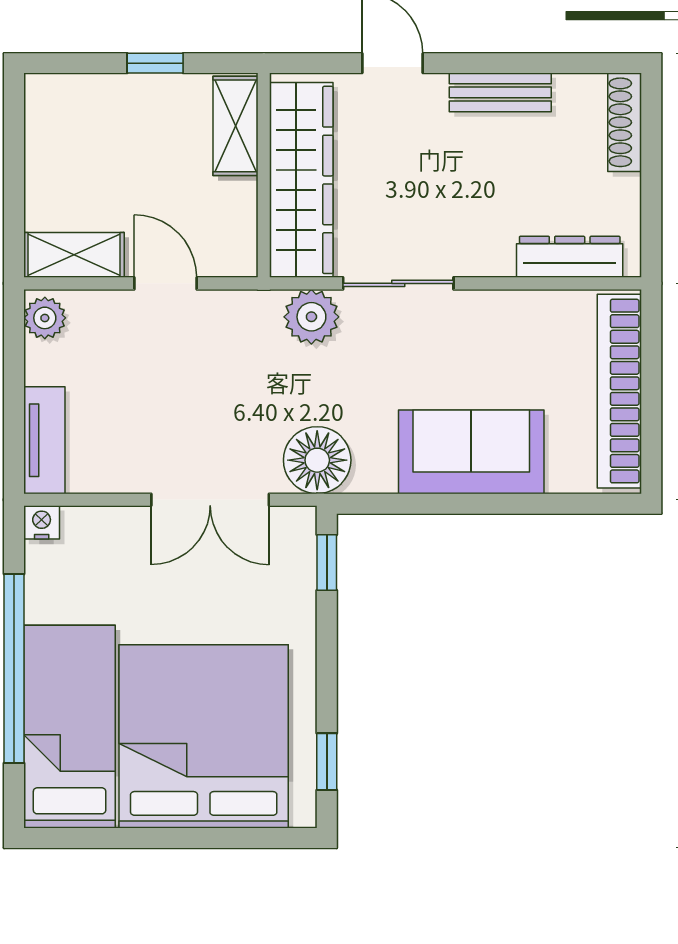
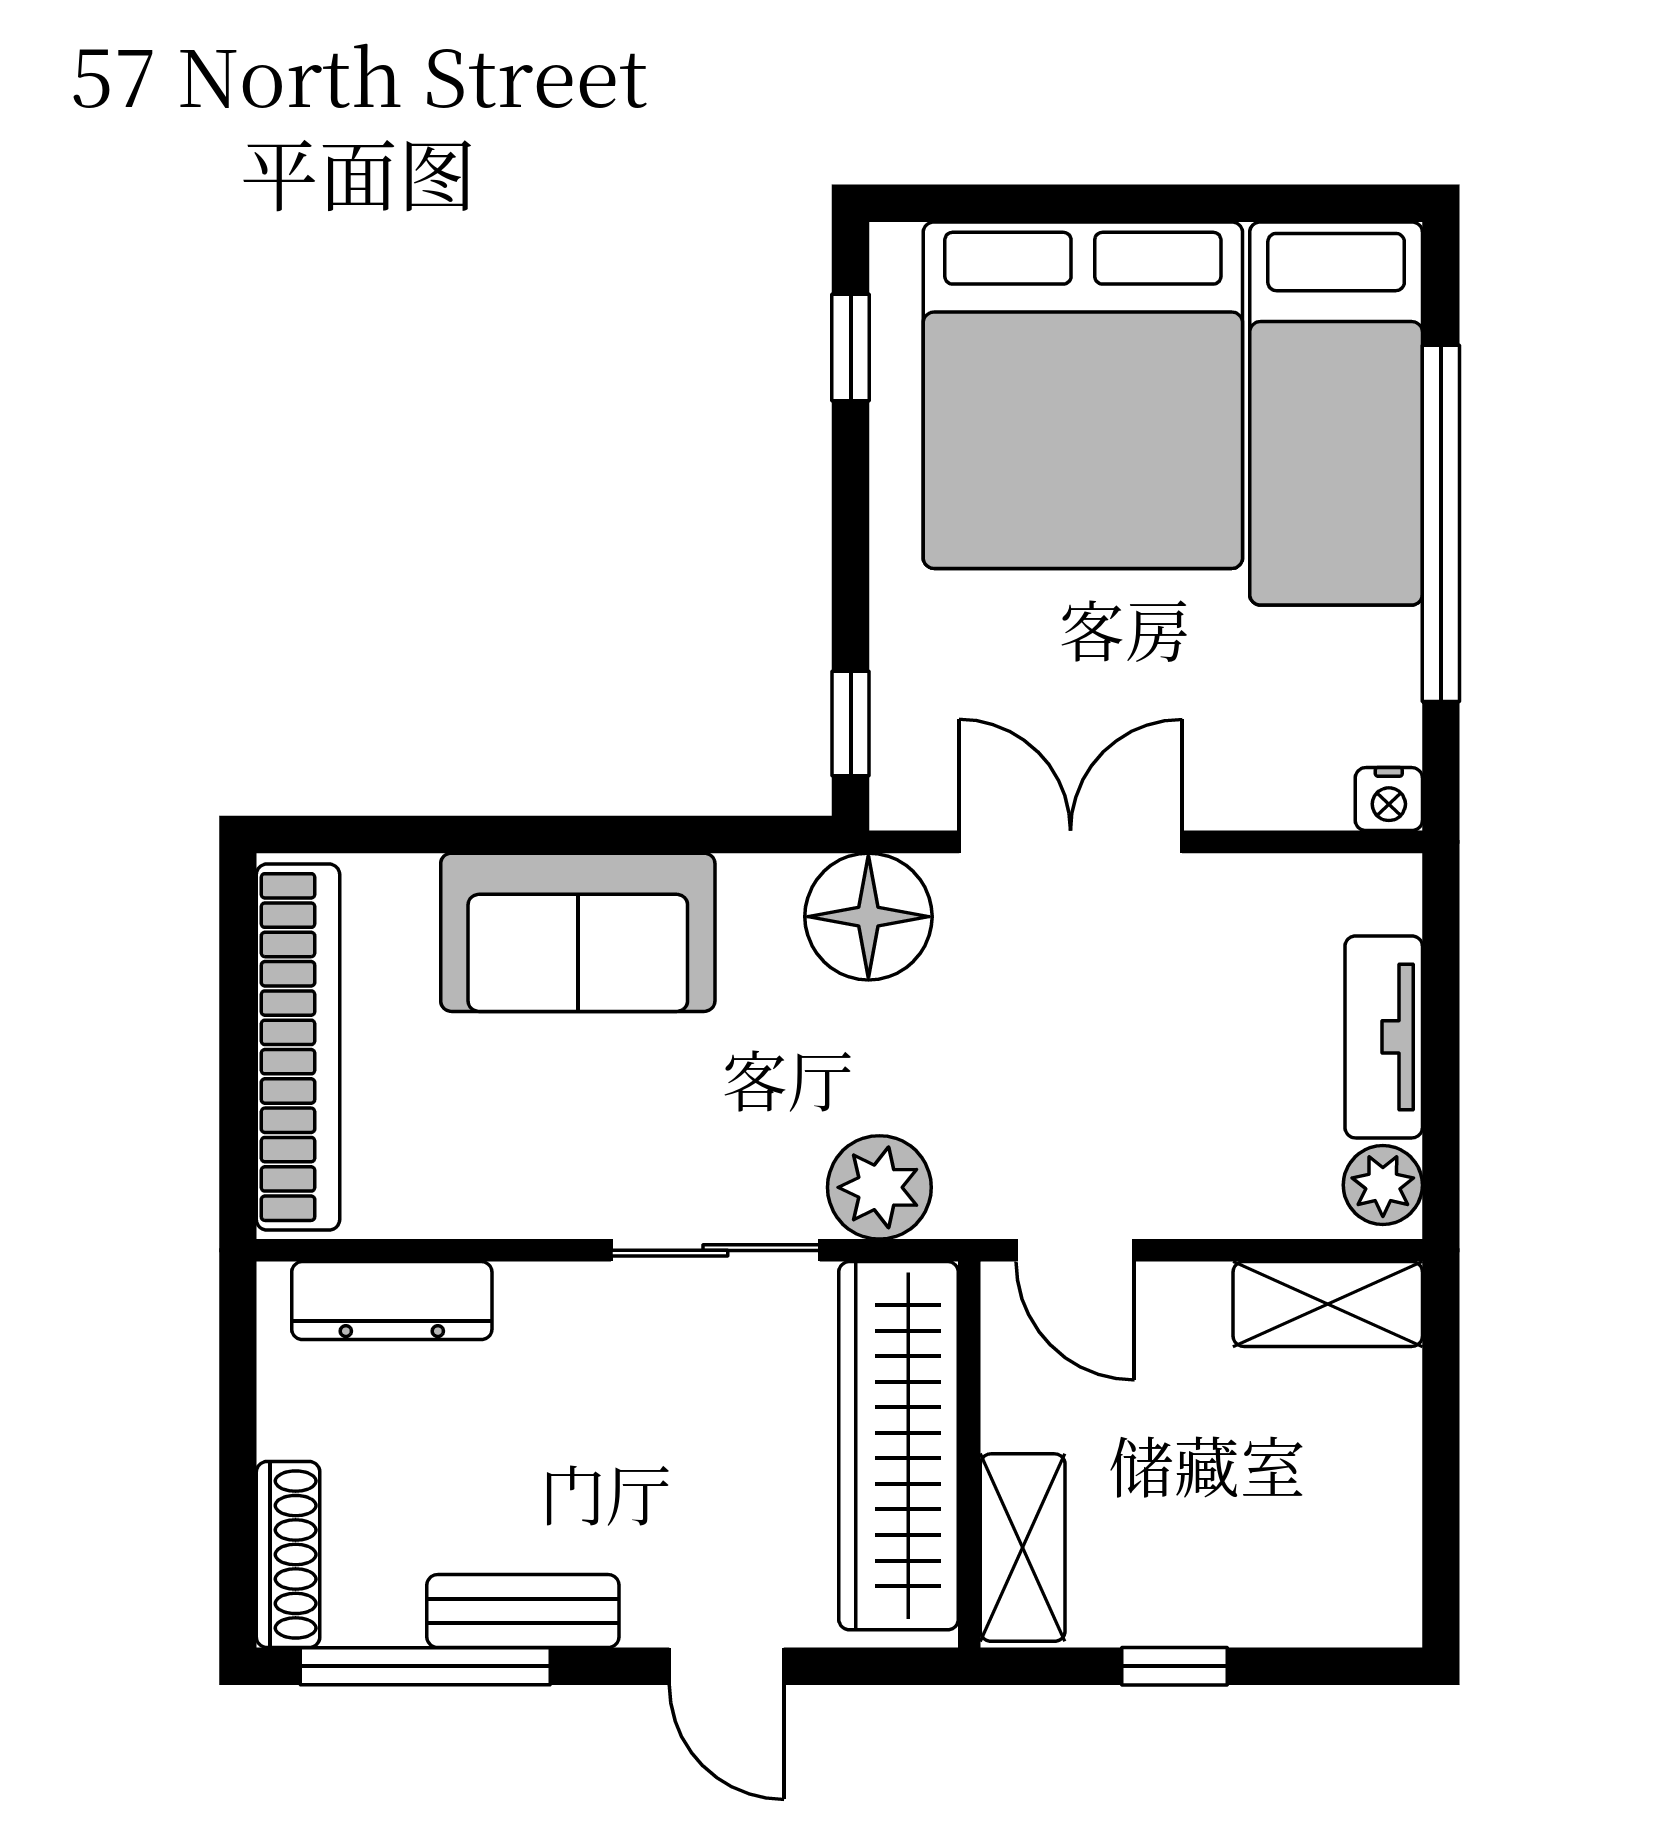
window: (552, 63) -> (425, 1666), added
door: (165, 283) -> (1075, 1250), moved
tv unit: (44, 440) -> (1384, 1037), moved

